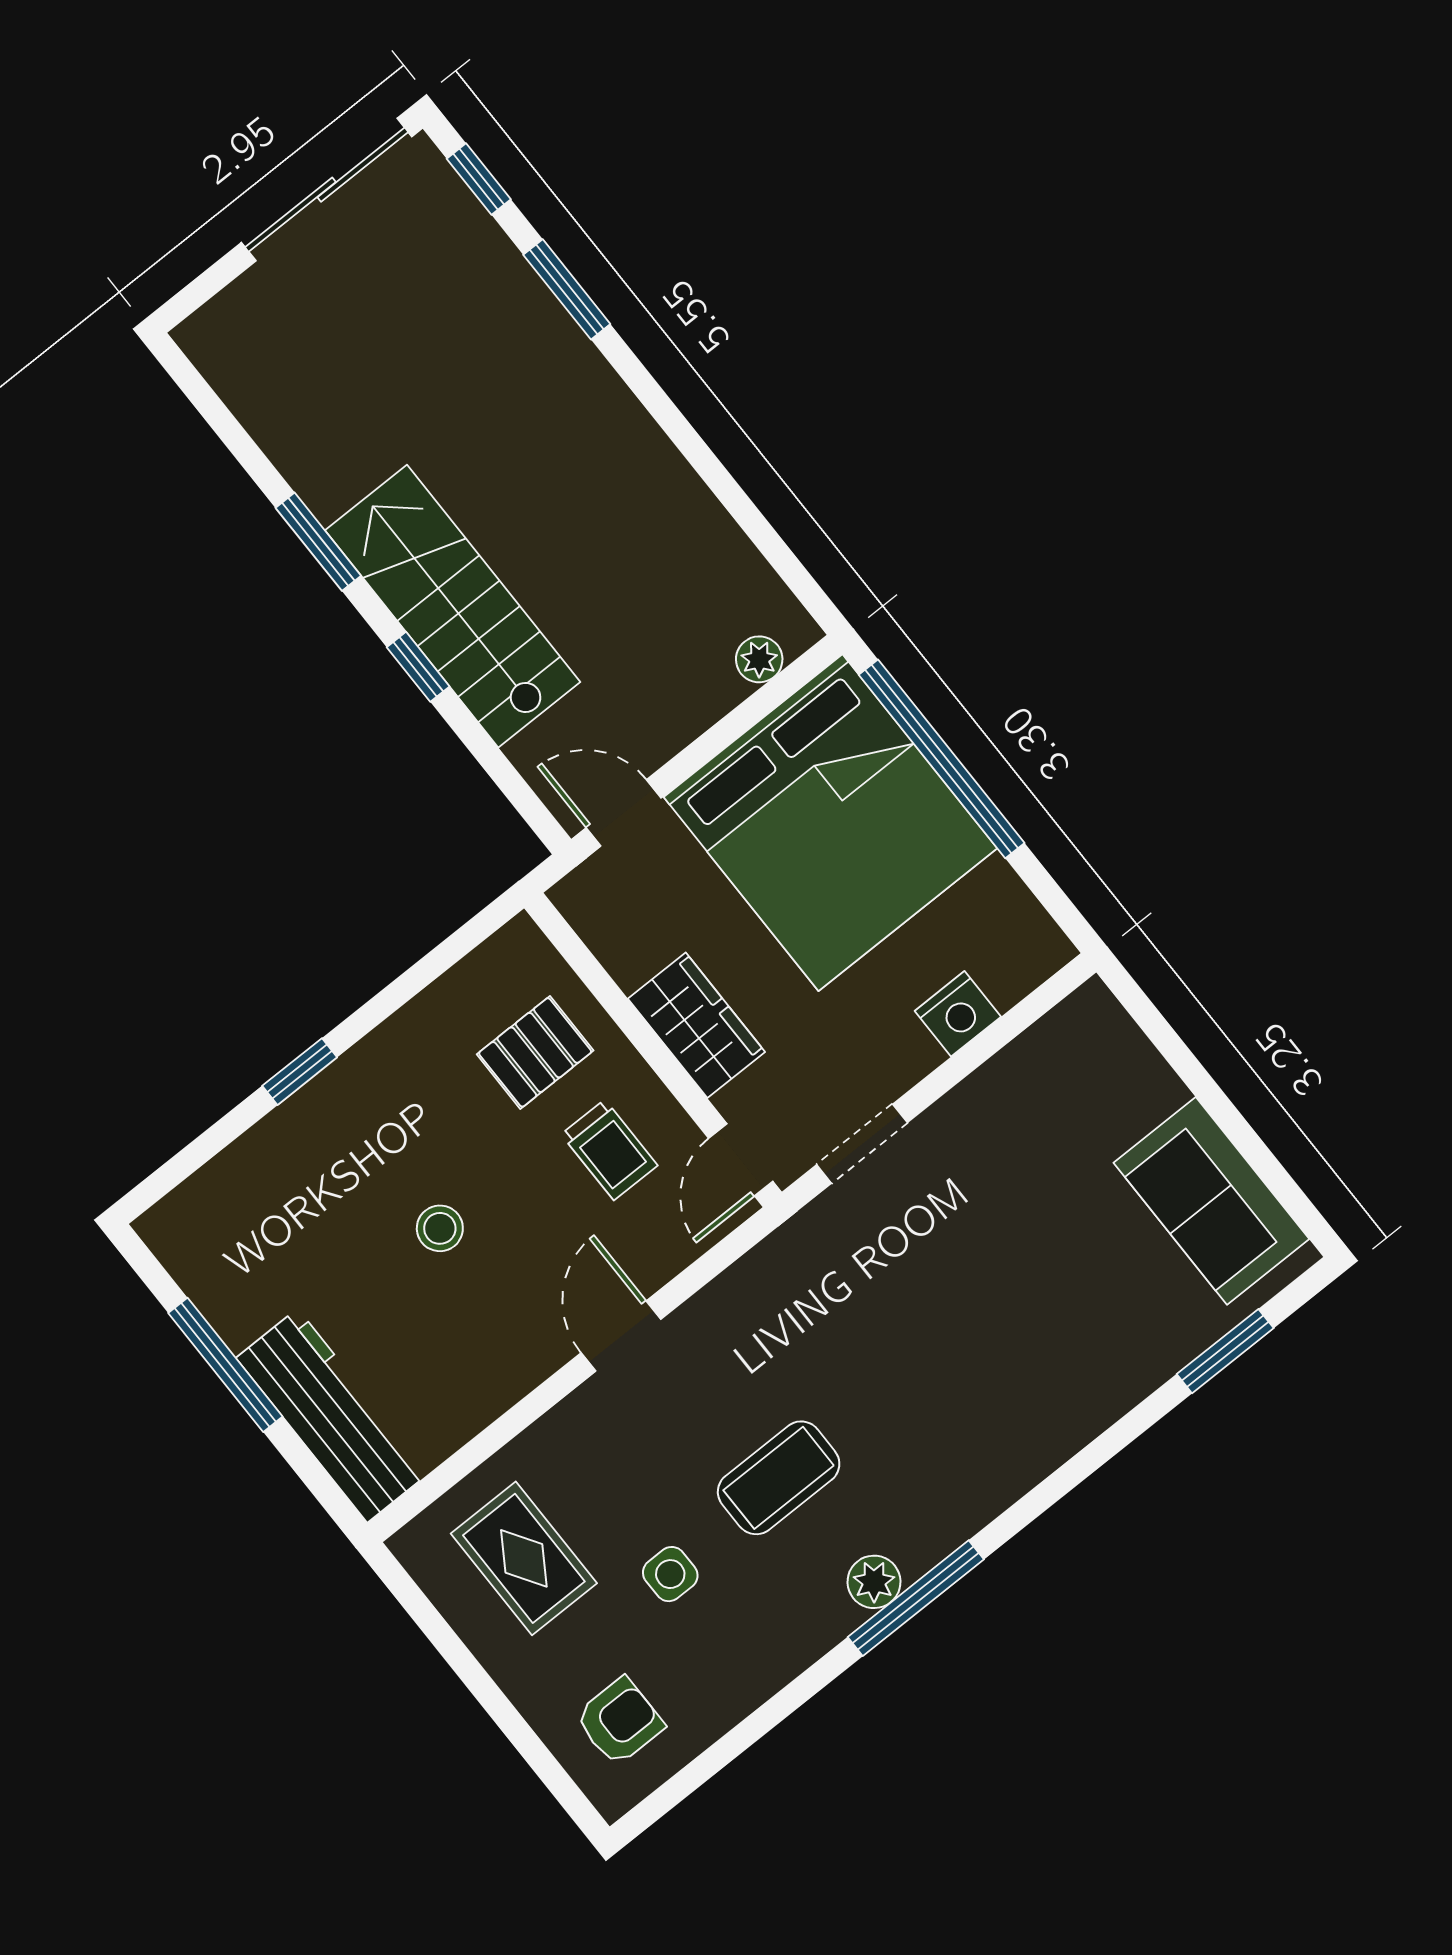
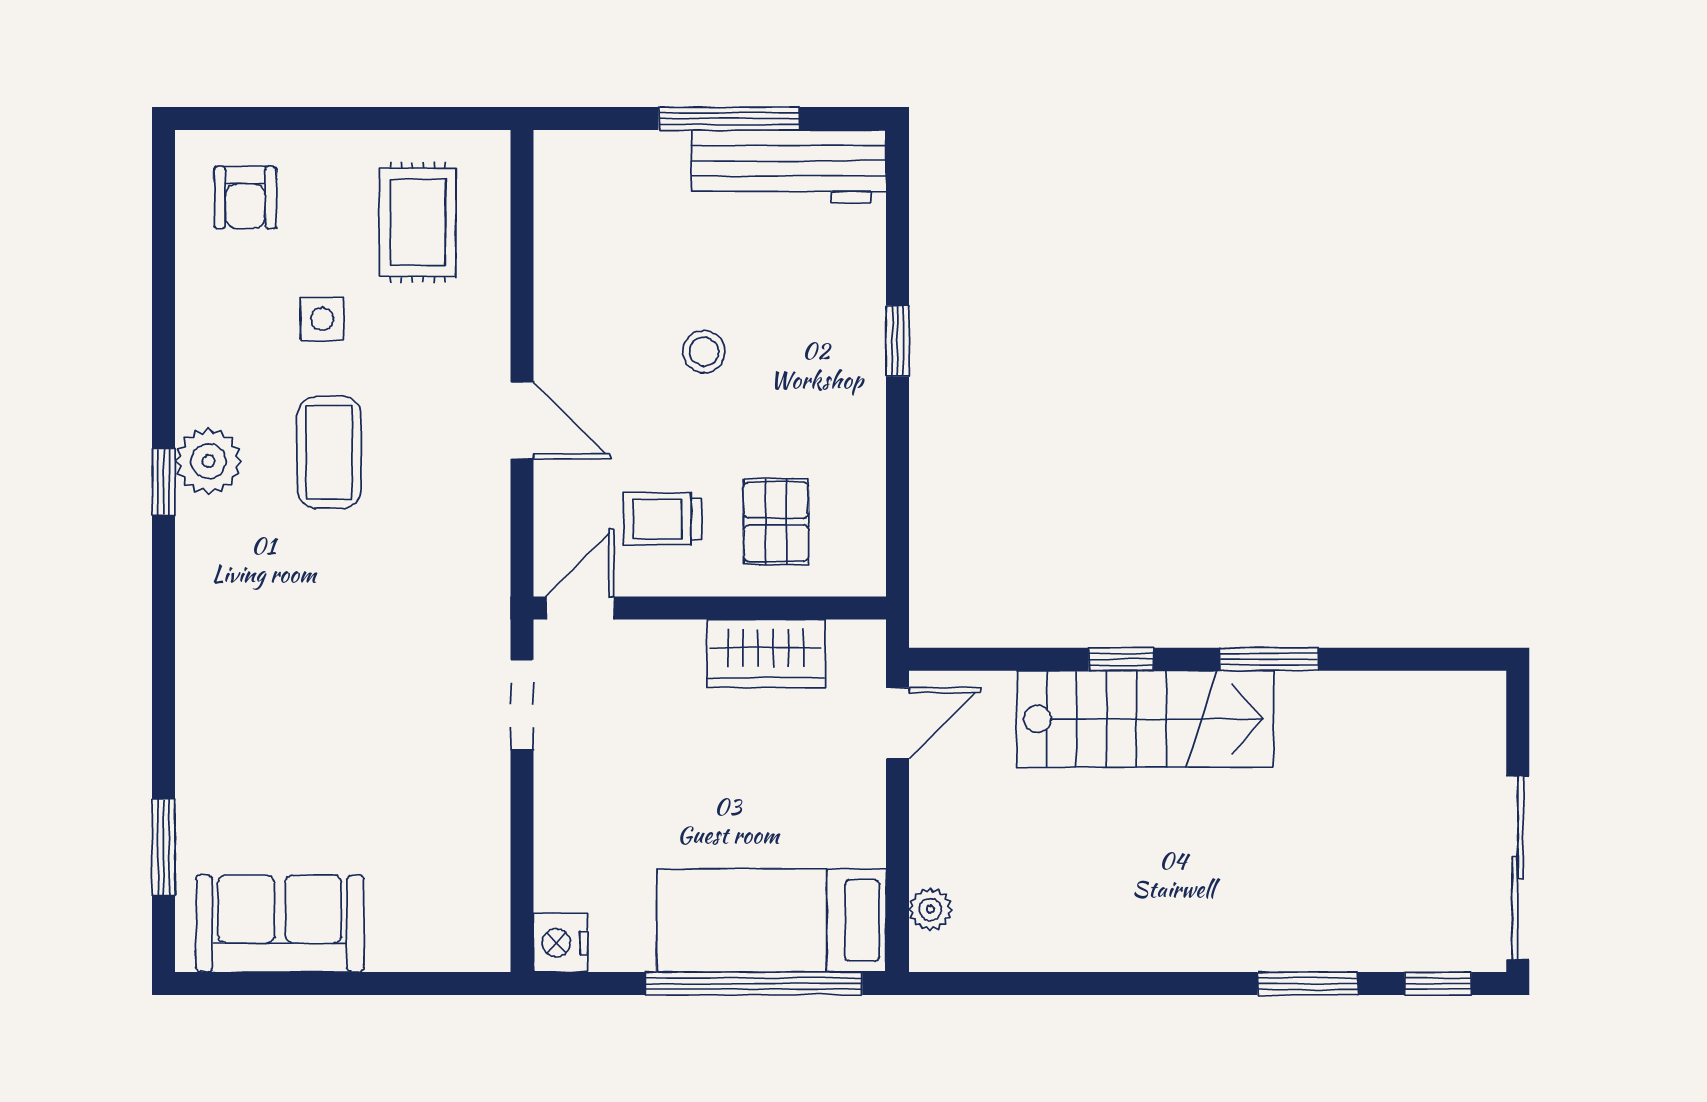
bed: (830, 823) -> (772, 921), width x0.49
nightstand: (958, 1014) -> (560, 943), moved
wardrobe: (696, 1025) -> (766, 653), moved
door: (741, 1160) -> (580, 608), hinge flipped
workbench: (332, 1416) -> (789, 167), moved
rug: (524, 1558) -> (418, 222), turned 90
plant: (874, 1582) -> (208, 461), width x1.38, depth x1.38
window: (916, 1598) -> (164, 482), width x0.46

